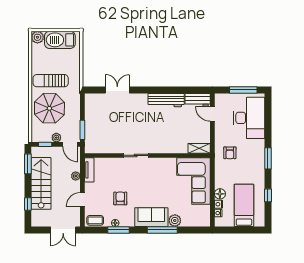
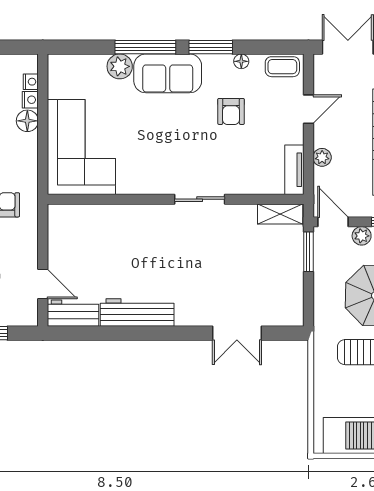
shelving: (199, 148) -> (280, 214), moved
window: (118, 230) -> (211, 47), moved

